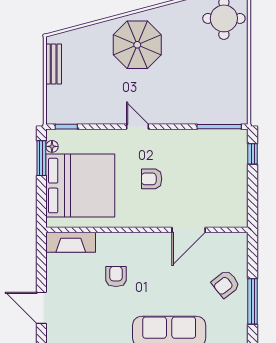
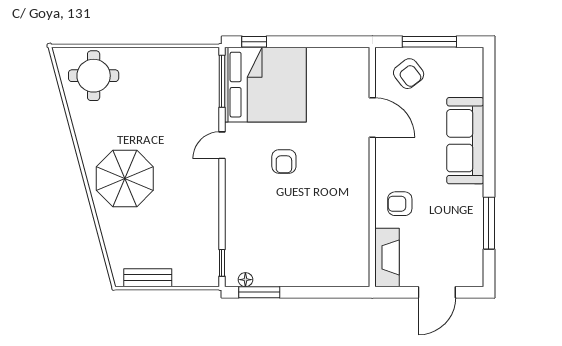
door: (137, 127) -> (222, 145), moved
bed: (80, 186) -> (265, 85), moved, turned 90
wall: (147, 230) -> (372, 167), moved
door: (189, 230) -> (372, 118), moved
fireplace: (71, 242) -> (387, 257), moved

